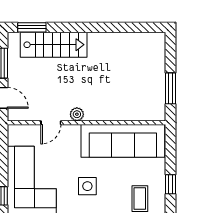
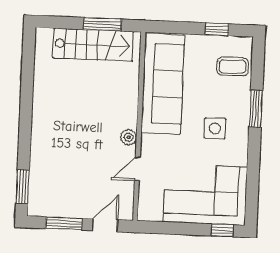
stairs: (54, 45) -> (93, 45), moved, turned 90
door: (51, 123) -> (137, 169), swing flipped

